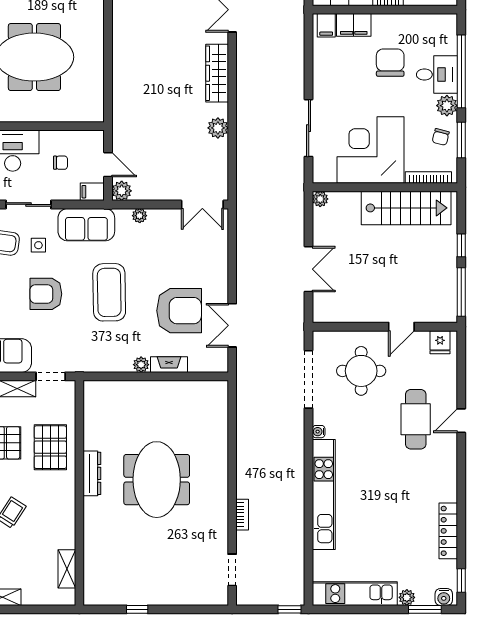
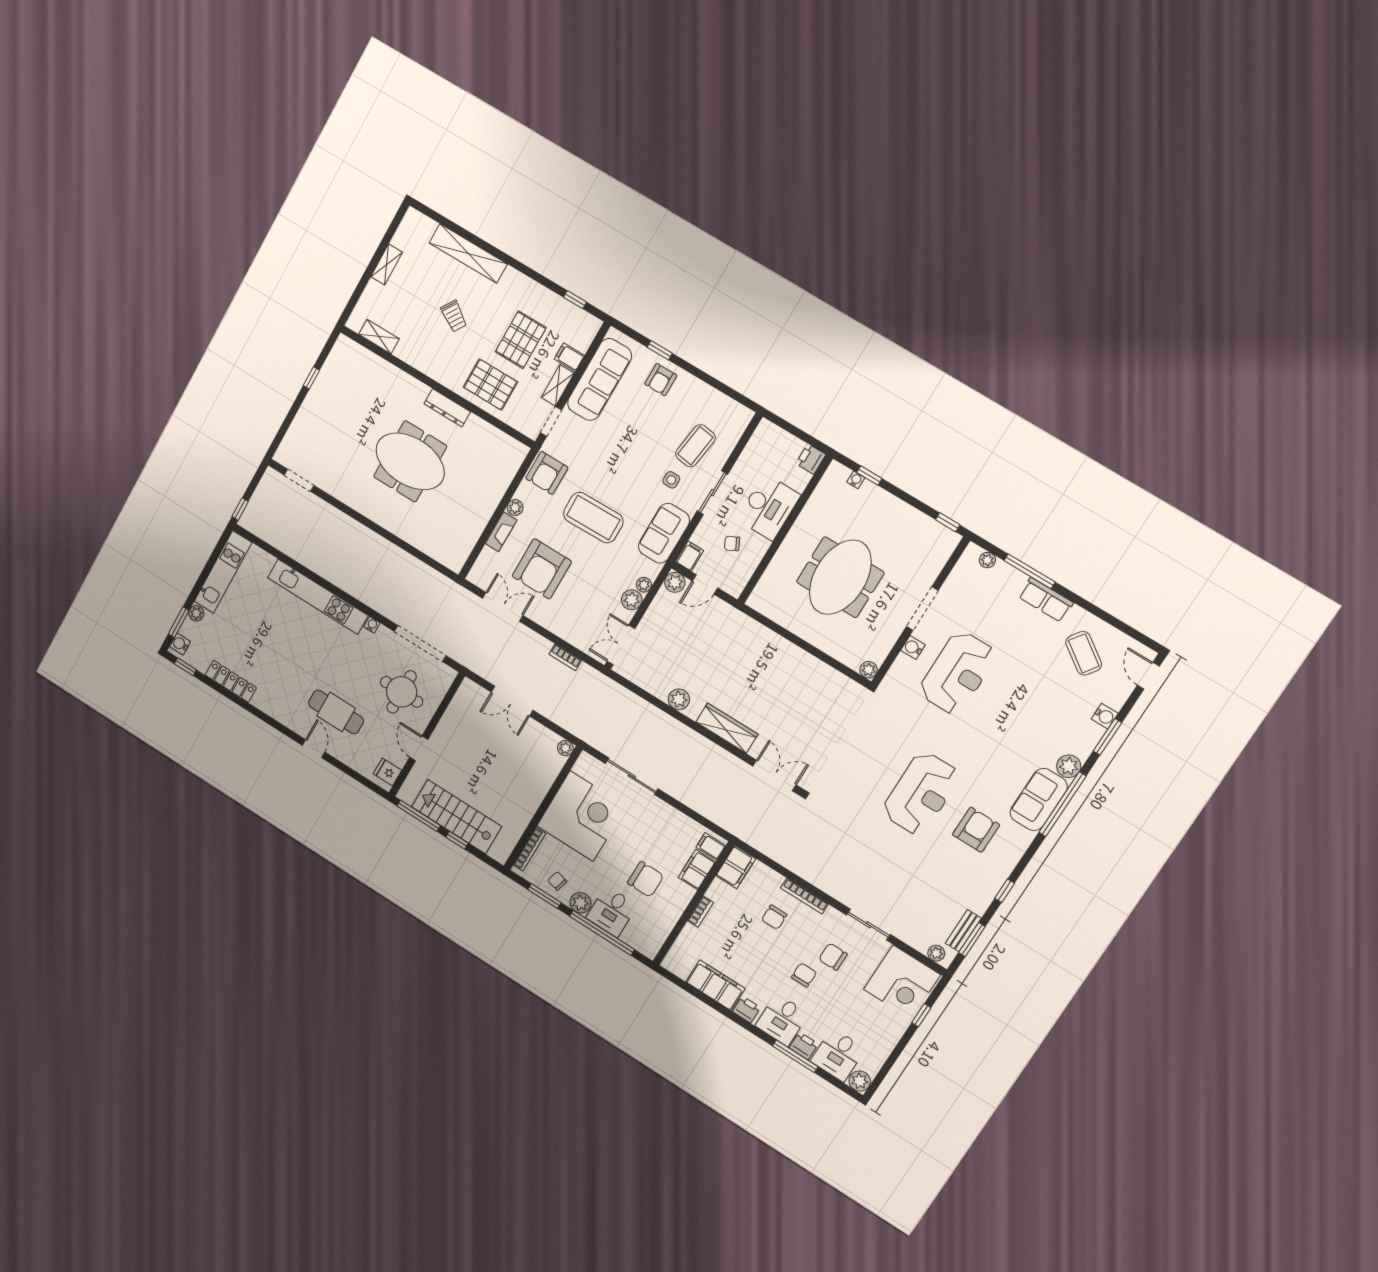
chair: (61, 163) -> (732, 544), turned 63
stairs: (406, 208) -> (457, 817), moved, turned 90
plant: (158, 218) -> (632, 600), added
armchair: (46, 294) -> (547, 473), moved, turned 180
bookcase: (242, 515) -> (565, 657), moved

